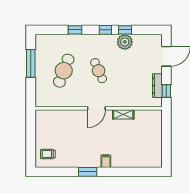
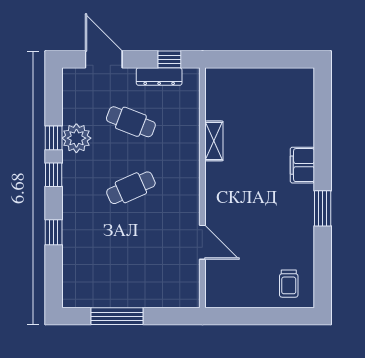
cafe table: (64, 71) -> (131, 122), moved, width x0.73, depth x0.74
door: (96, 108) -> (202, 242), moved
filing cabinet: (106, 161) -> (302, 165), width x2.00

